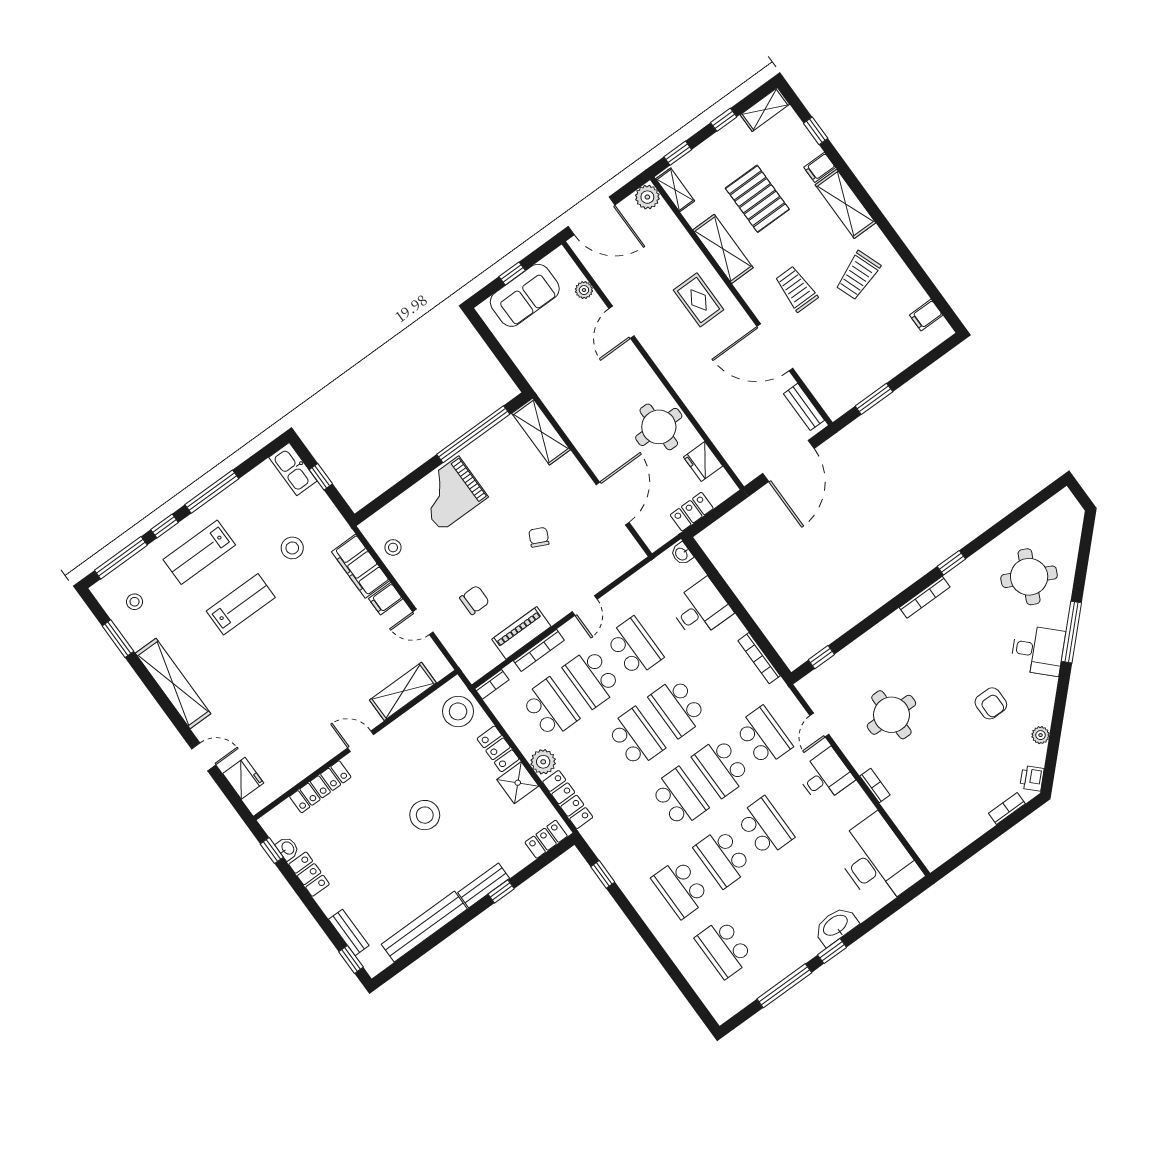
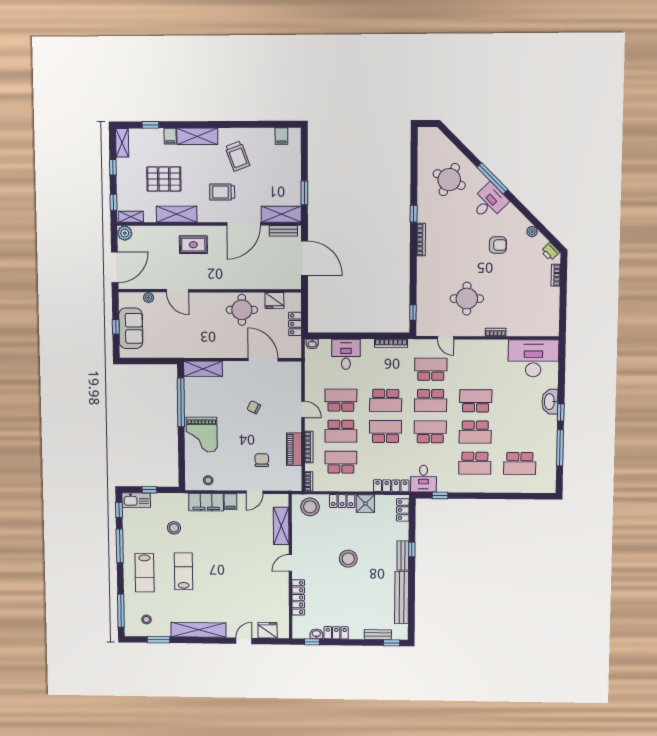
shelving: (824, 388) -> (281, 214), added
window: (165, 526) -> (119, 510), moved
plant: (543, 762) -> (364, 484), removed
desk: (825, 776) -> (423, 479), moved, turned 180

